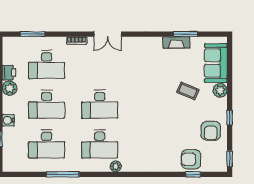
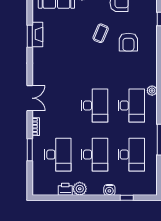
window: (33, 34) -> (30, 150), moved
window: (185, 34) -> (30, 36), moved
coffee table: (188, 91) -> (101, 33), moved
armchair: (191, 159) -> (128, 42), moved

